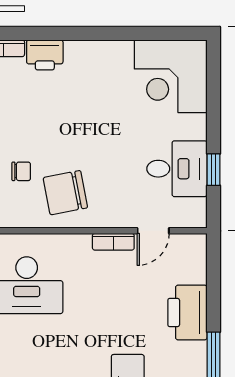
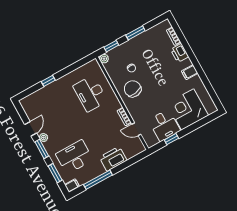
filing cabinet: (96, 56) -> (190, 72), added
corner desk: (171, 76) -> (188, 109), moved

